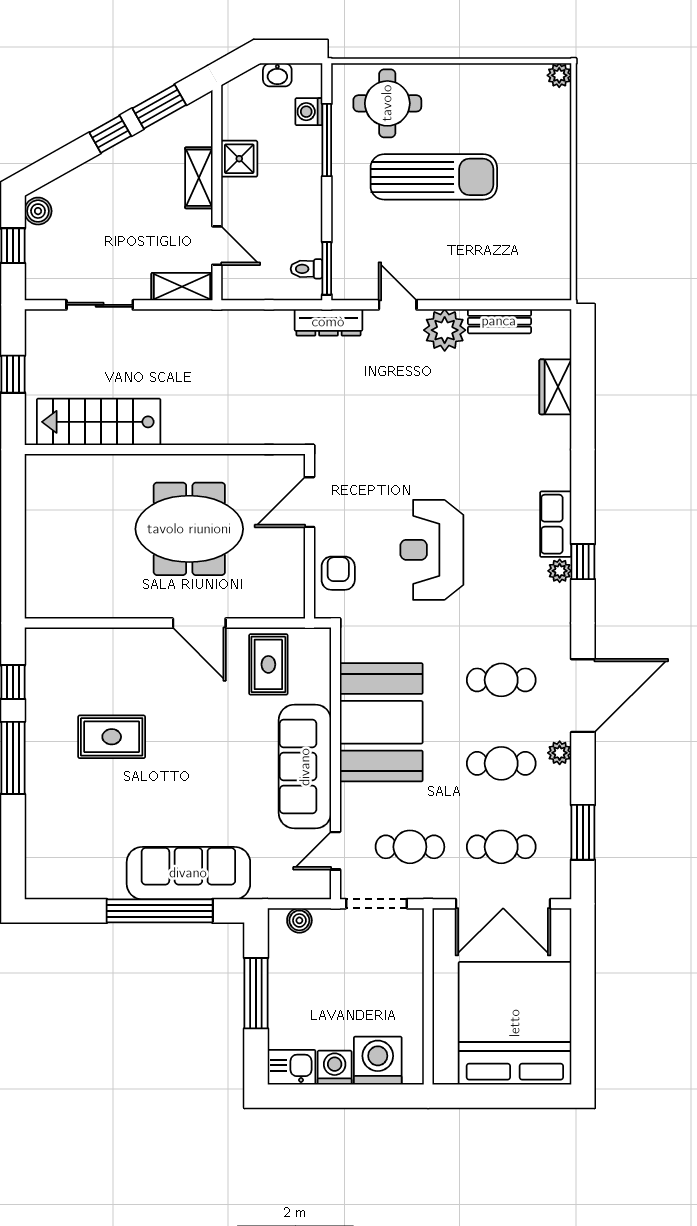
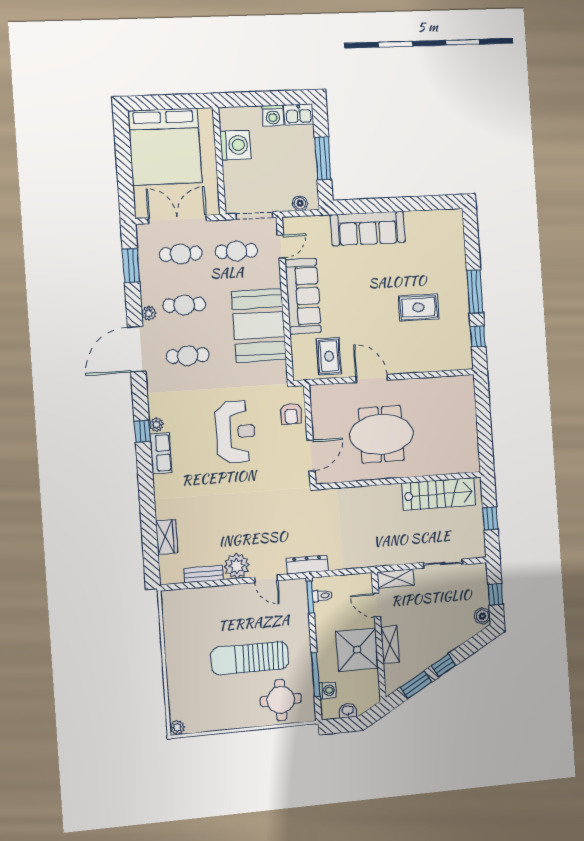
shower: (239, 159) -> (357, 650), width x1.86, depth x1.86
window: (160, 911) -> (383, 205), removed
washing machine: (378, 1061) -> (235, 145), moved, turned -90

